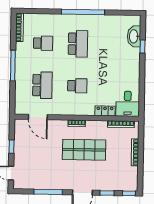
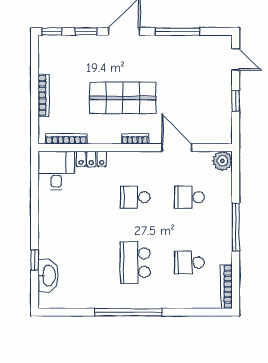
school desk: (42, 85) -> (189, 197), width x0.54
plant: (21, 108) -> (222, 161), added
door: (38, 117) -> (177, 148), moved

